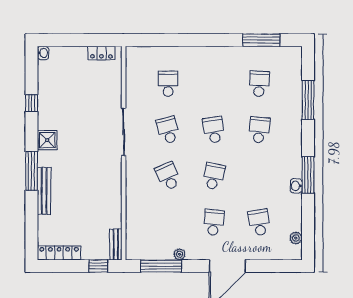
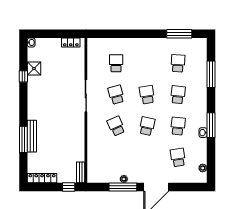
shower: (47, 140) -> (34, 68), moved
window: (31, 171) -> (23, 139), moved
school desk: (214, 222) -> (178, 126), moved
window: (161, 266) -> (123, 187), moved

